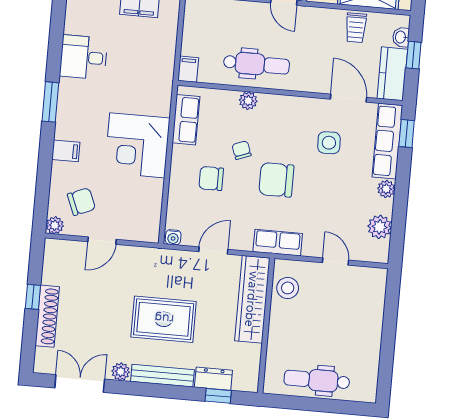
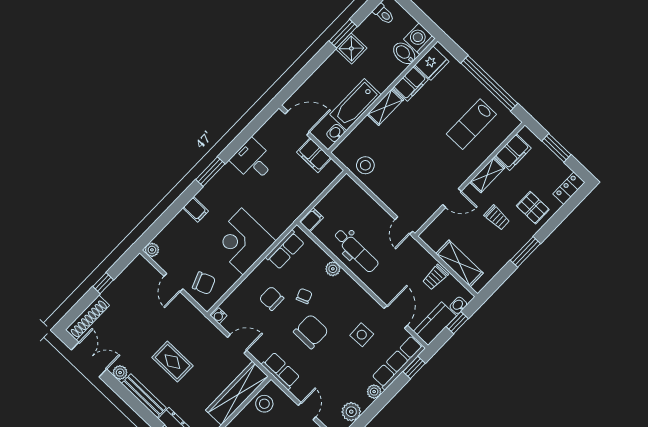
chair: (276, 180) -> (311, 331), turned 90
chair: (81, 202) -> (204, 283), moved
door: (102, 241) -> (173, 283), hinge flipped
shoe rack: (47, 316) -> (87, 318), moved
rug: (164, 319) -> (172, 362), width x0.73, depth x0.70

